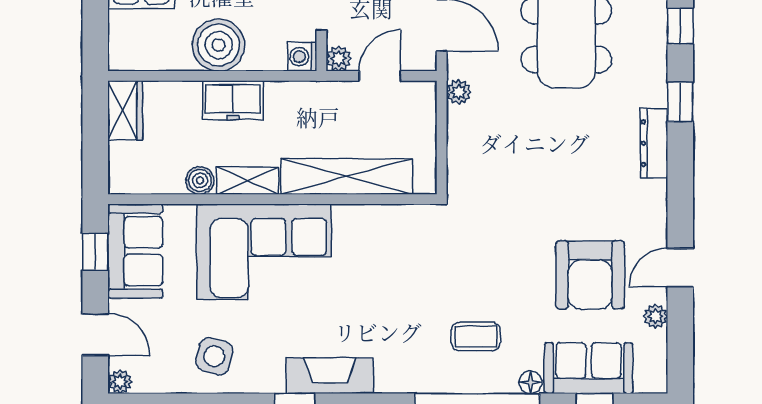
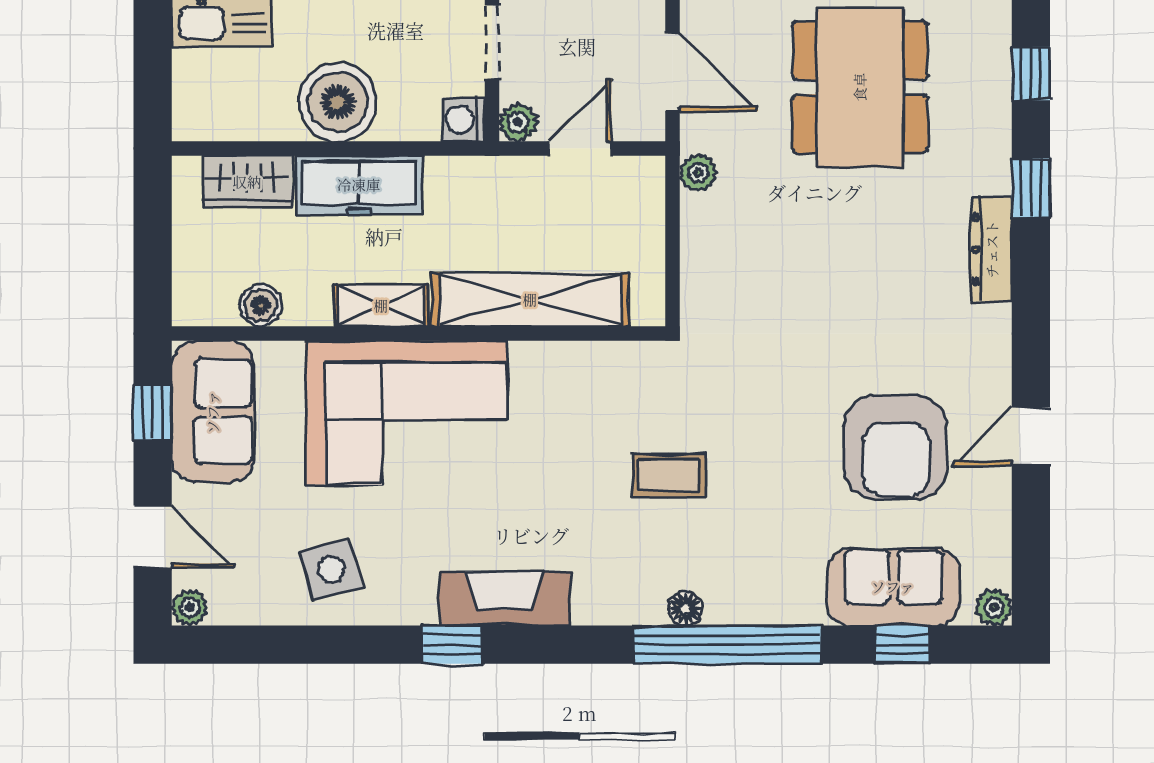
freezer: (233, 100) -> (359, 185), width x1.40
wardrobe: (125, 110) -> (247, 182), moved, turned 90
boiler: (200, 180) -> (261, 305), moved
plant: (656, 316) -> (994, 607), moved
coffee table: (476, 336) -> (669, 475), moved
side table: (214, 356) -> (331, 569), turned -30
floor lamp: (531, 382) -> (686, 608), moved

